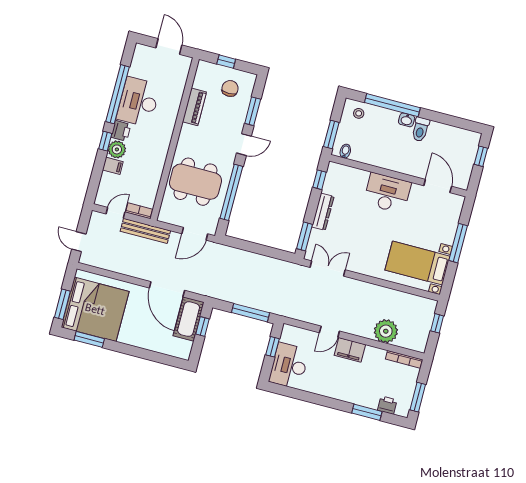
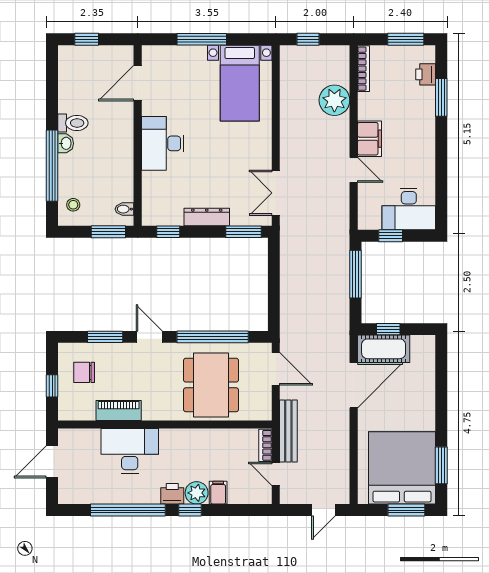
desk: (138, 102) -> (130, 451), moved, turned 180

